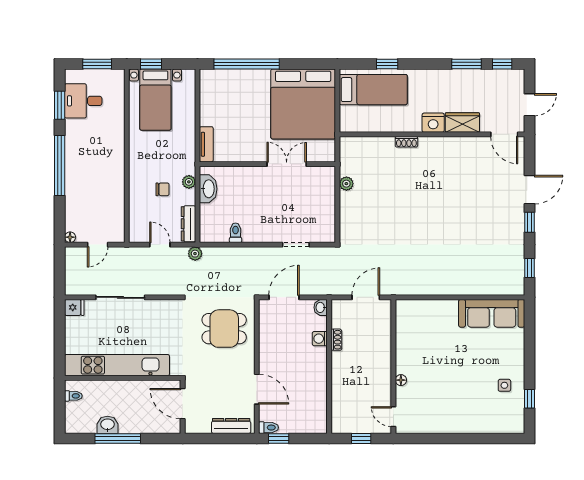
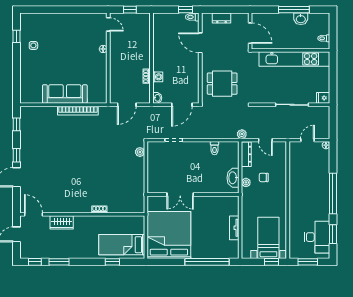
desk: (83, 101) -> (317, 237), width x1.37
nightstand: (433, 123) -> (81, 222), removed
tv unit: (206, 144) -> (234, 228), moved
plant: (346, 184) -> (140, 152), moved
bookcase: (438, 289) -> (78, 111), added
sofa: (492, 313) -> (65, 94), moved
dresser: (231, 426) -> (221, 18), width x0.70

